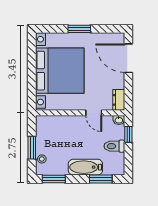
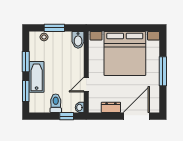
window: (79, 29) -> (163, 71), width x1.44
dresser: (119, 100) -> (111, 107), moved
bidet: (45, 122) -> (78, 40), added
window: (54, 179) -> (26, 62), moved

